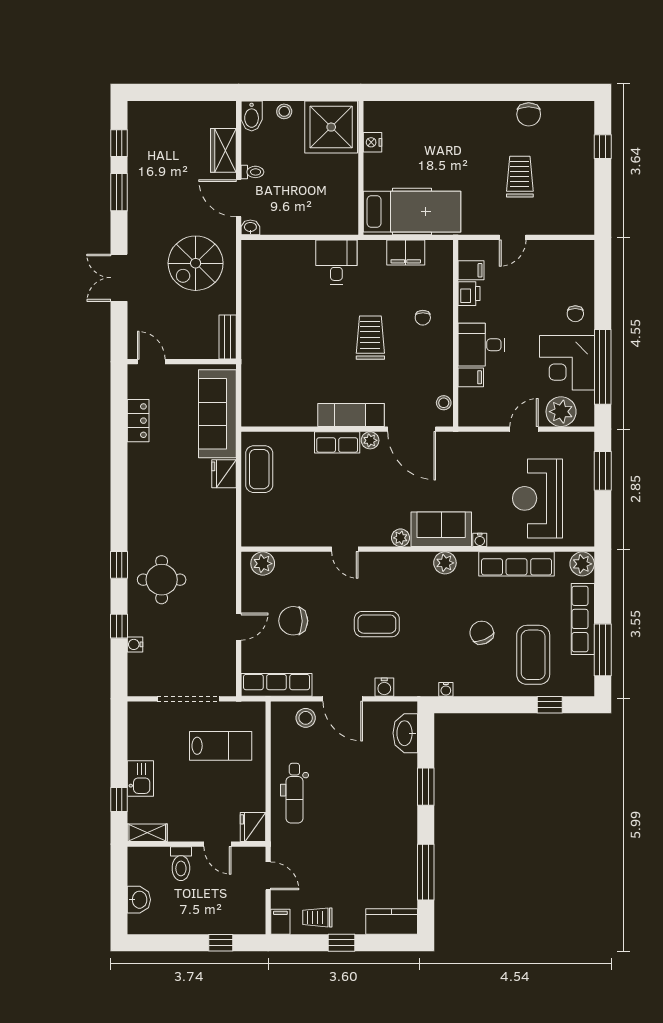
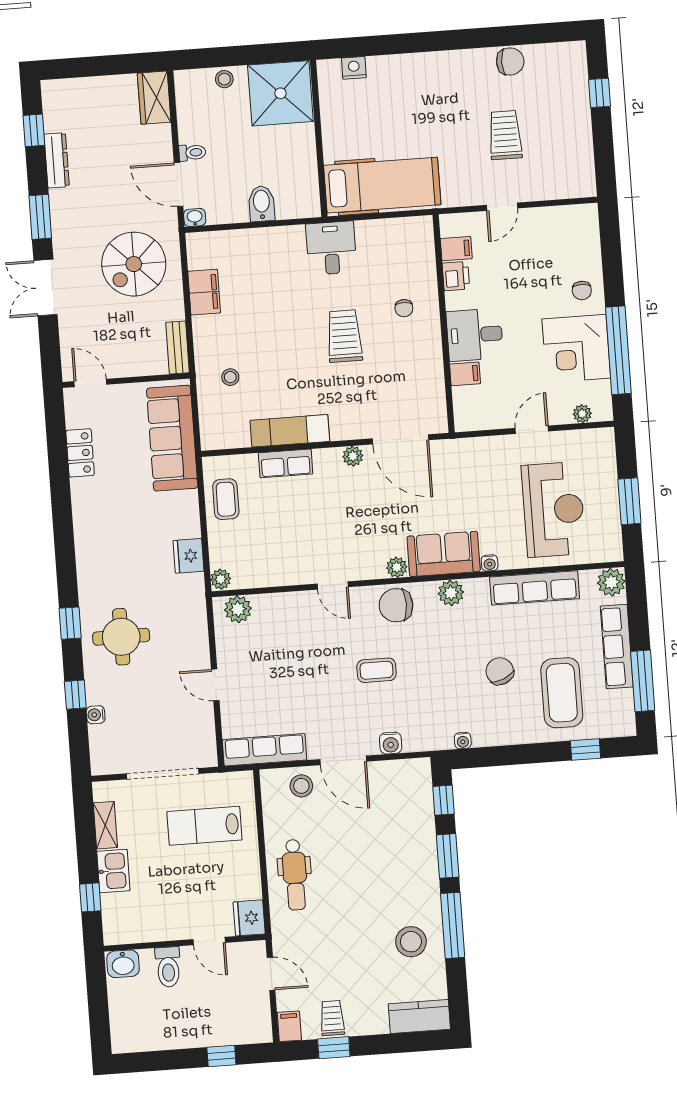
chair: (529, 114) -> (510, 62), turned -90
bidet: (252, 116) -> (262, 204), moved, turned 180
nightstand: (373, 142) -> (354, 68), moved, turned 90
wardrobe: (223, 150) -> (154, 98), moved
dresser: (136, 170) -> (57, 160), added
window: (119, 192) -> (40, 217), moved
filing cabinet: (406, 252) -> (204, 292), moved, turned -90
desk: (336, 262) -> (331, 248), moved
stool: (444, 403) -> (230, 377), moved
plant: (561, 412) -> (582, 414), width x0.53, depth x0.53
exam couch: (351, 415) -> (290, 431), moved
row of seats: (337, 442) -> (286, 463), moved
coffee table: (259, 469) -> (226, 499), width x0.73, depth x0.77
window: (603, 471) -> (629, 501), moved
fridge: (224, 474) -> (188, 556), moved
reception desk: (538, 498) -> (554, 510), turned 180
plant: (250, 537) -> (221, 579), added
chair: (293, 621) -> (396, 605), moved
coffee table: (377, 624) -> (376, 670), width x0.73, depth x0.77
door: (239, 627) -> (215, 685), swing flipped
washbasin: (405, 733) -> (419, 795), removed
window: (426, 739) -> (443, 800), added
lab bench: (221, 746) -> (204, 826), turned 180
shelving: (147, 833) -> (105, 825), moved, turned 90
stool: (389, 857) -> (411, 942), added
window: (426, 872) -> (453, 925), moved
washbasin: (139, 900) -> (123, 964), moved, turned 90
trolley: (317, 917) -> (332, 1018), turned 90
window: (341, 943) -> (334, 1048), moved

